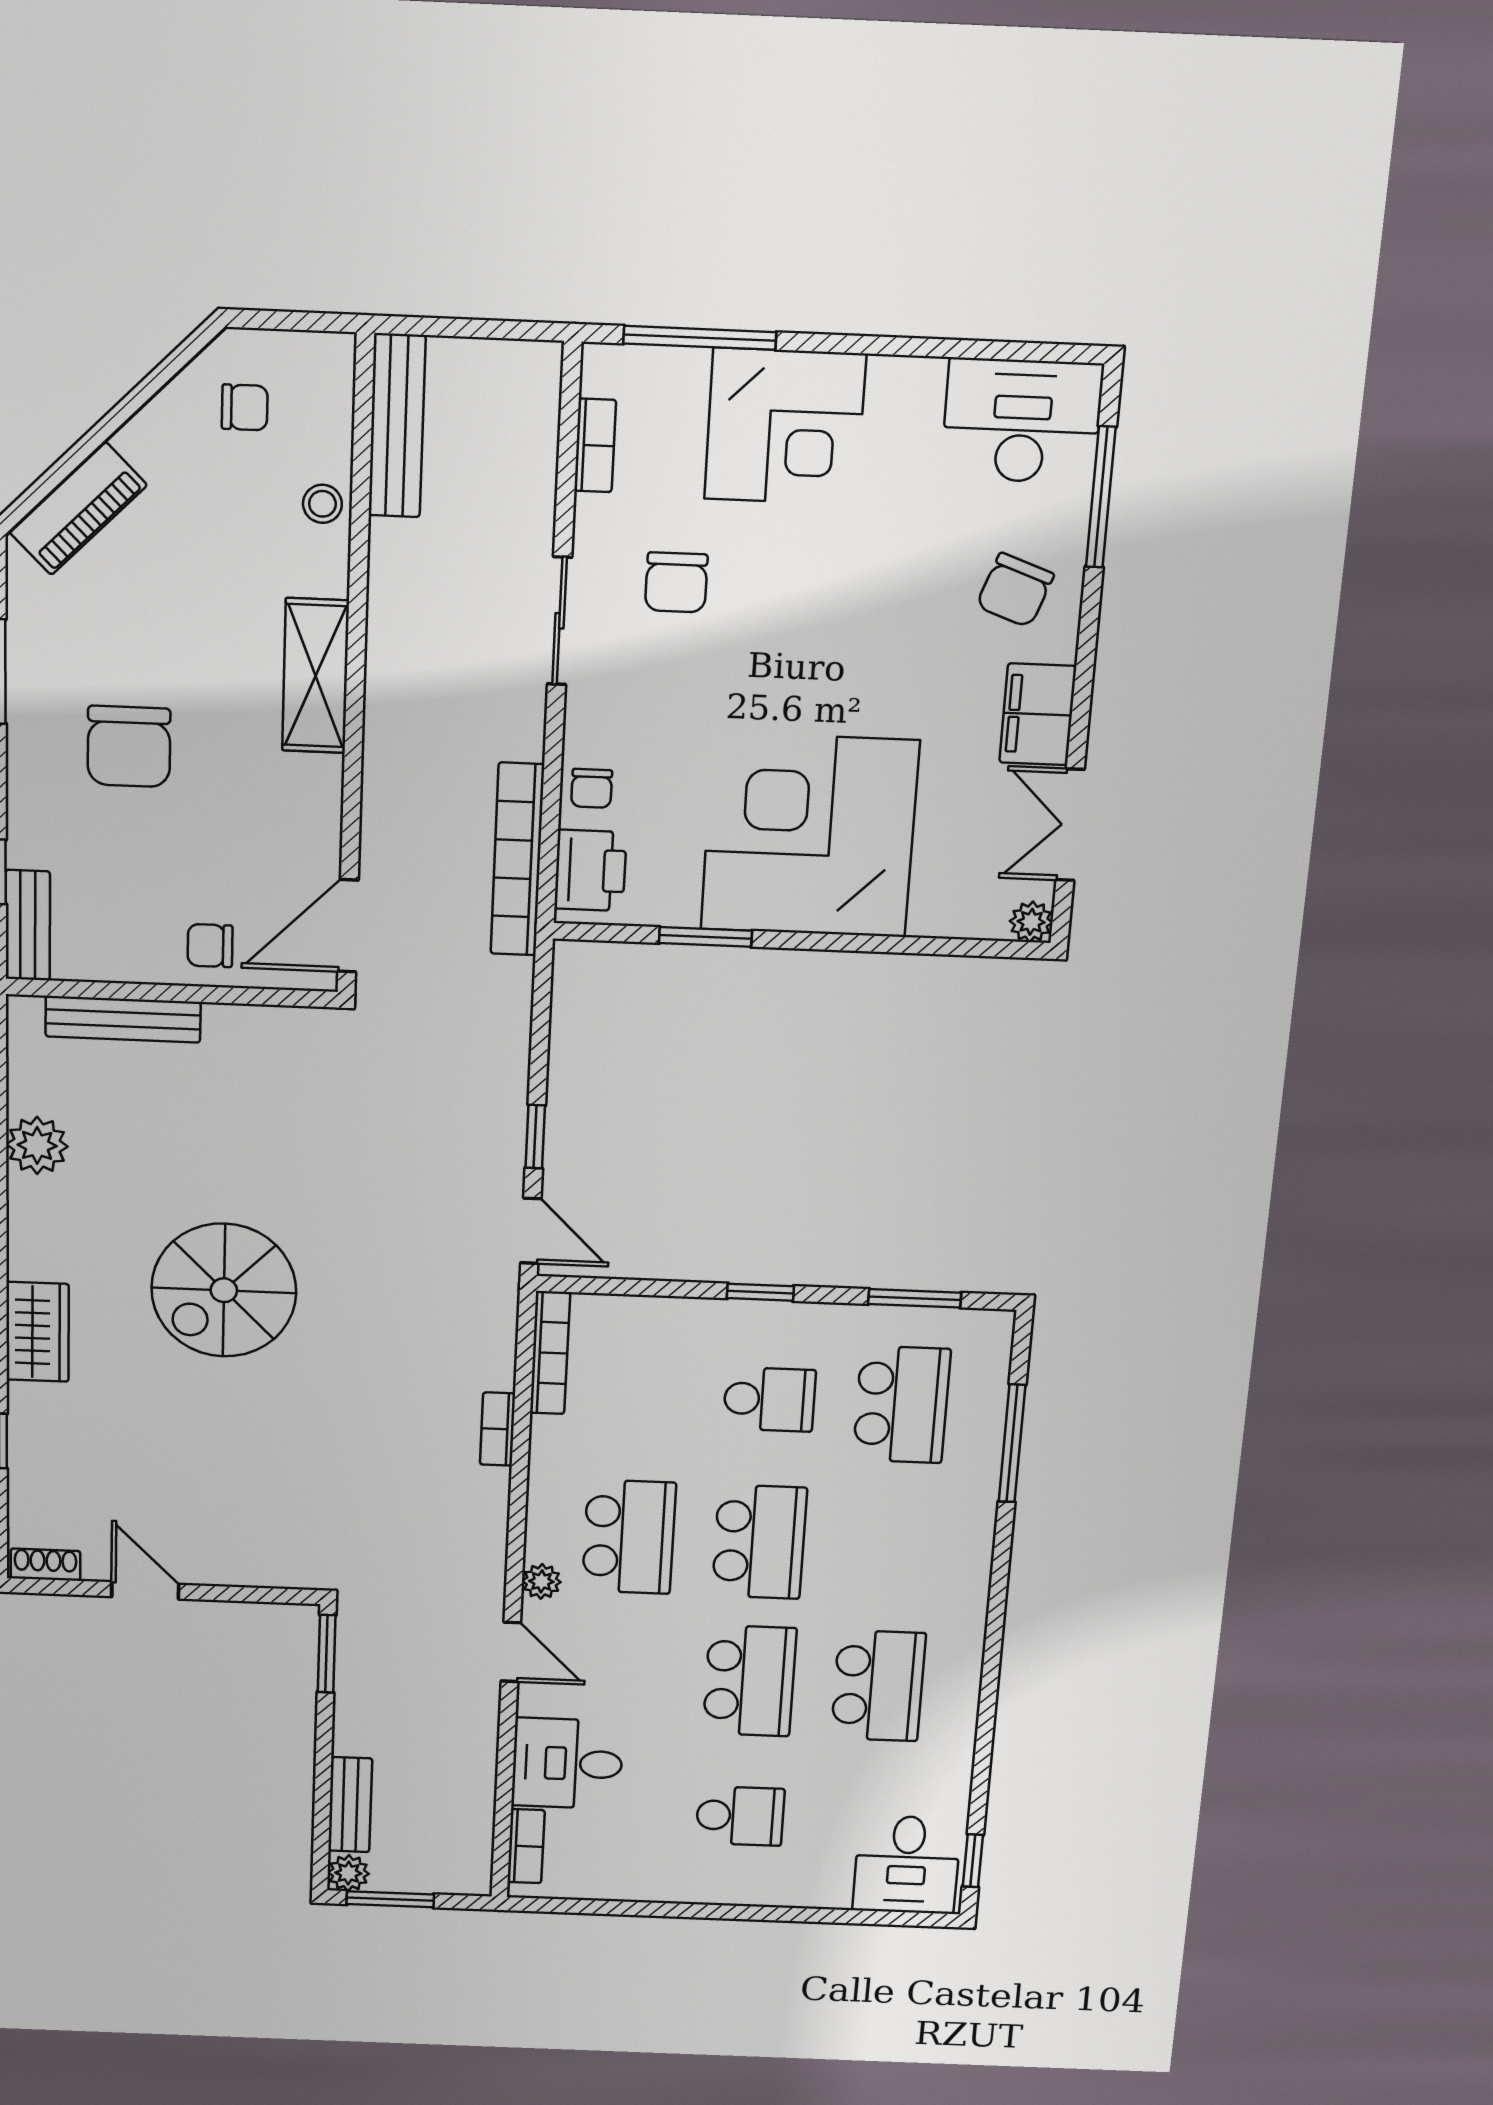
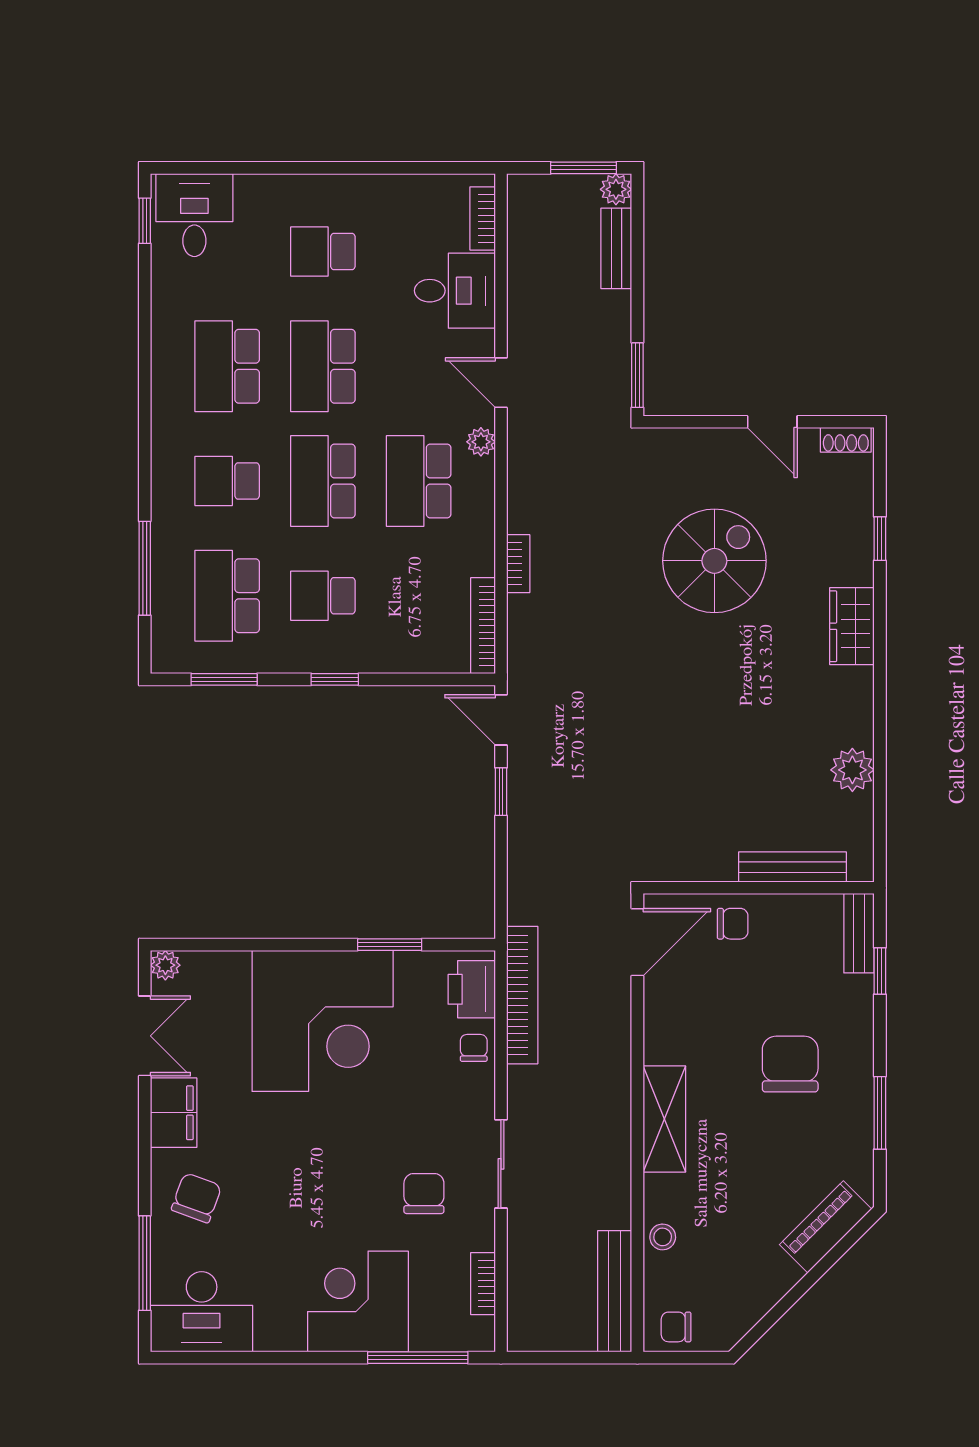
chair: (245, 407) -> (676, 1327), moved
spiral stairs: (224, 1290) -> (714, 561), moved
school desk: (890, 1547) -> (227, 481), added

